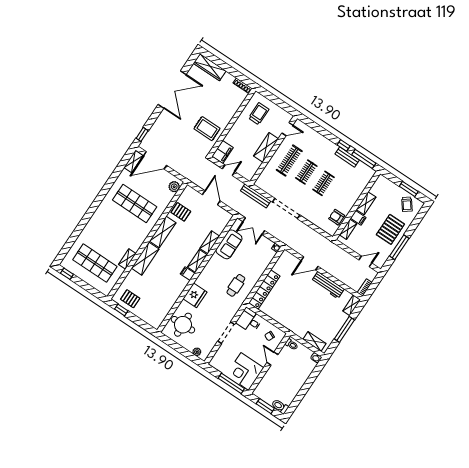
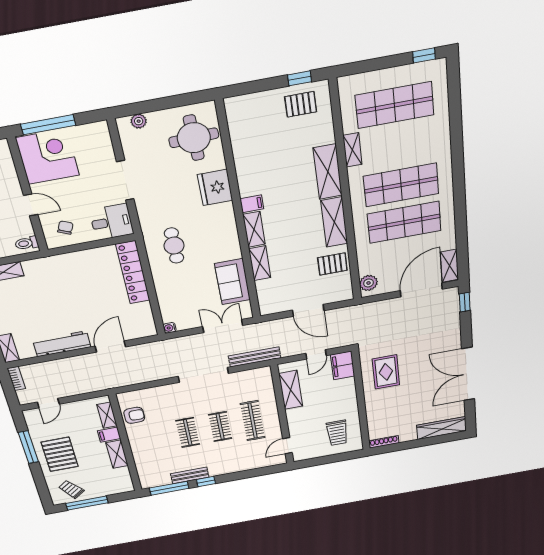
rug: (207, 129) -> (386, 372), turned 90
shelving: (266, 147) -> (291, 390), moved
window: (409, 189) -> (87, 503), width x1.44
shop shelf: (121, 223) -> (401, 185), added

